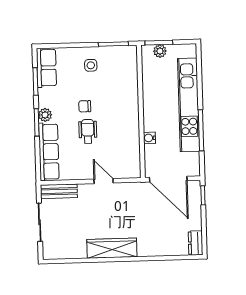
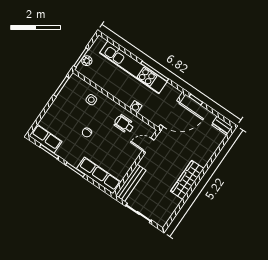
side table: (91, 65) -> (91, 100), moved
plant: (45, 115) -> (74, 161), removed
wheelchair: (88, 131) -> (124, 124), moved
door: (104, 181) -> (148, 145), moved
bench: (59, 191) -> (131, 183), width x1.36

